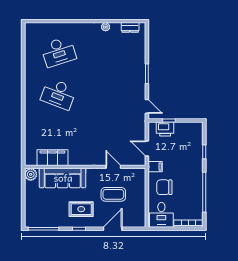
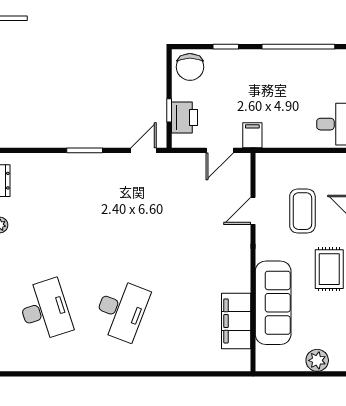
plant: (31, 174) -> (317, 360), moved
chair: (164, 187) -> (190, 67), moved

